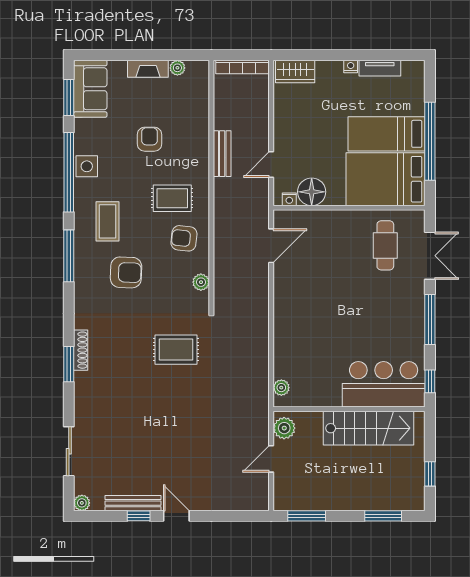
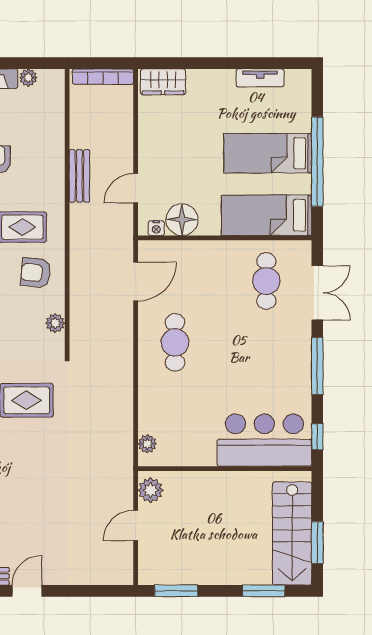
nightstand: (351, 67) -> (227, 76), removed
bed: (385, 179) -> (267, 215), width x0.67
cafe table: (306, 299) -> (175, 342), added
stairs: (368, 428) -> (292, 533), moved, turned 90
window: (430, 474) -> (317, 543), width x1.50
door: (176, 516) -> (27, 591), hinge flipped

